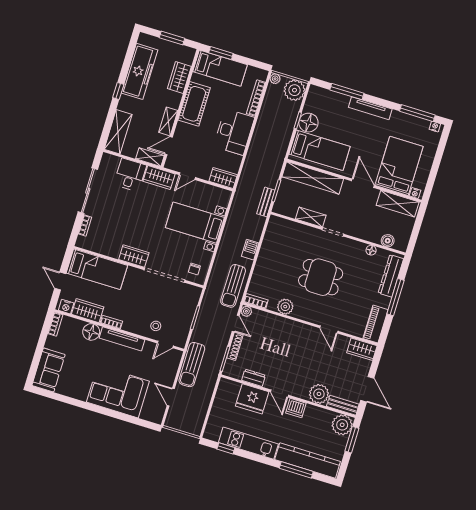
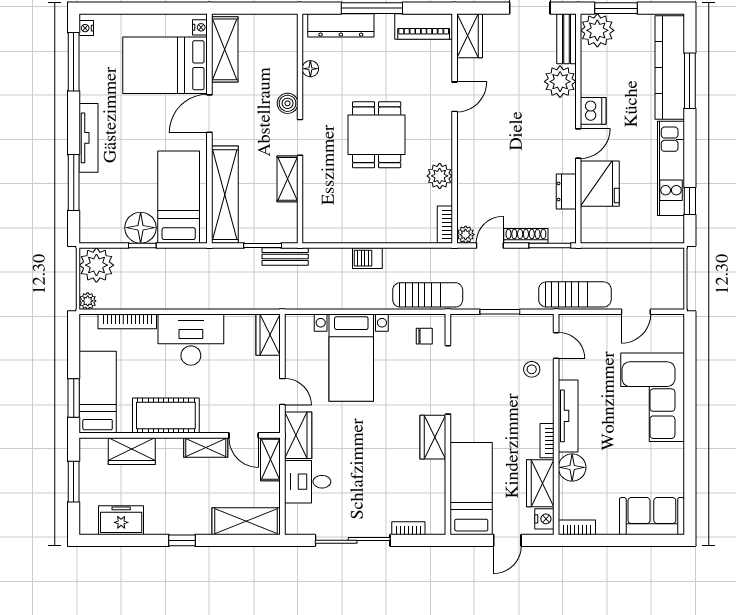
freezer: (140, 71) -> (121, 520), width x0.52, depth x0.79
boiler: (388, 241) -> (288, 103), moved
sun lounger: (233, 286) -> (428, 295), moved

